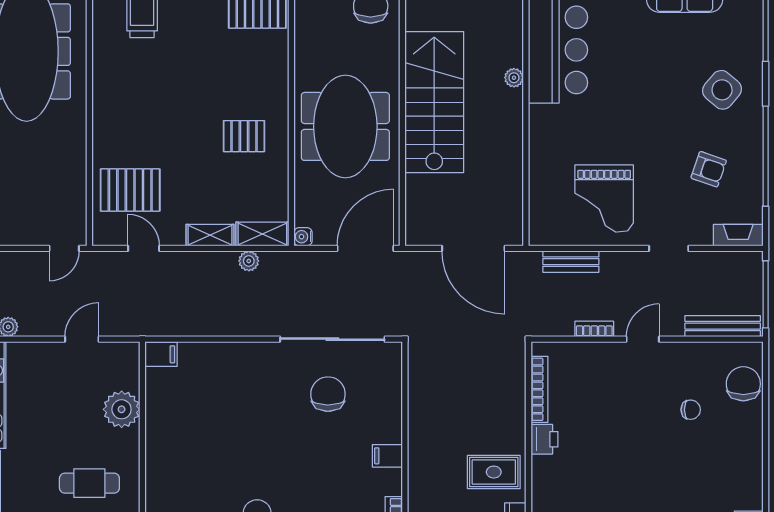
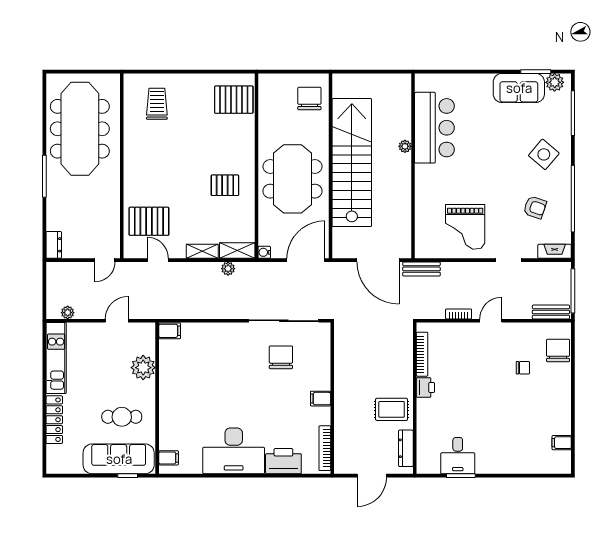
stairs: (434, 102) -> (352, 163), width x1.36
bench: (571, 262) -> (421, 269), moved
bench: (723, 326) -> (551, 312), width x0.73

